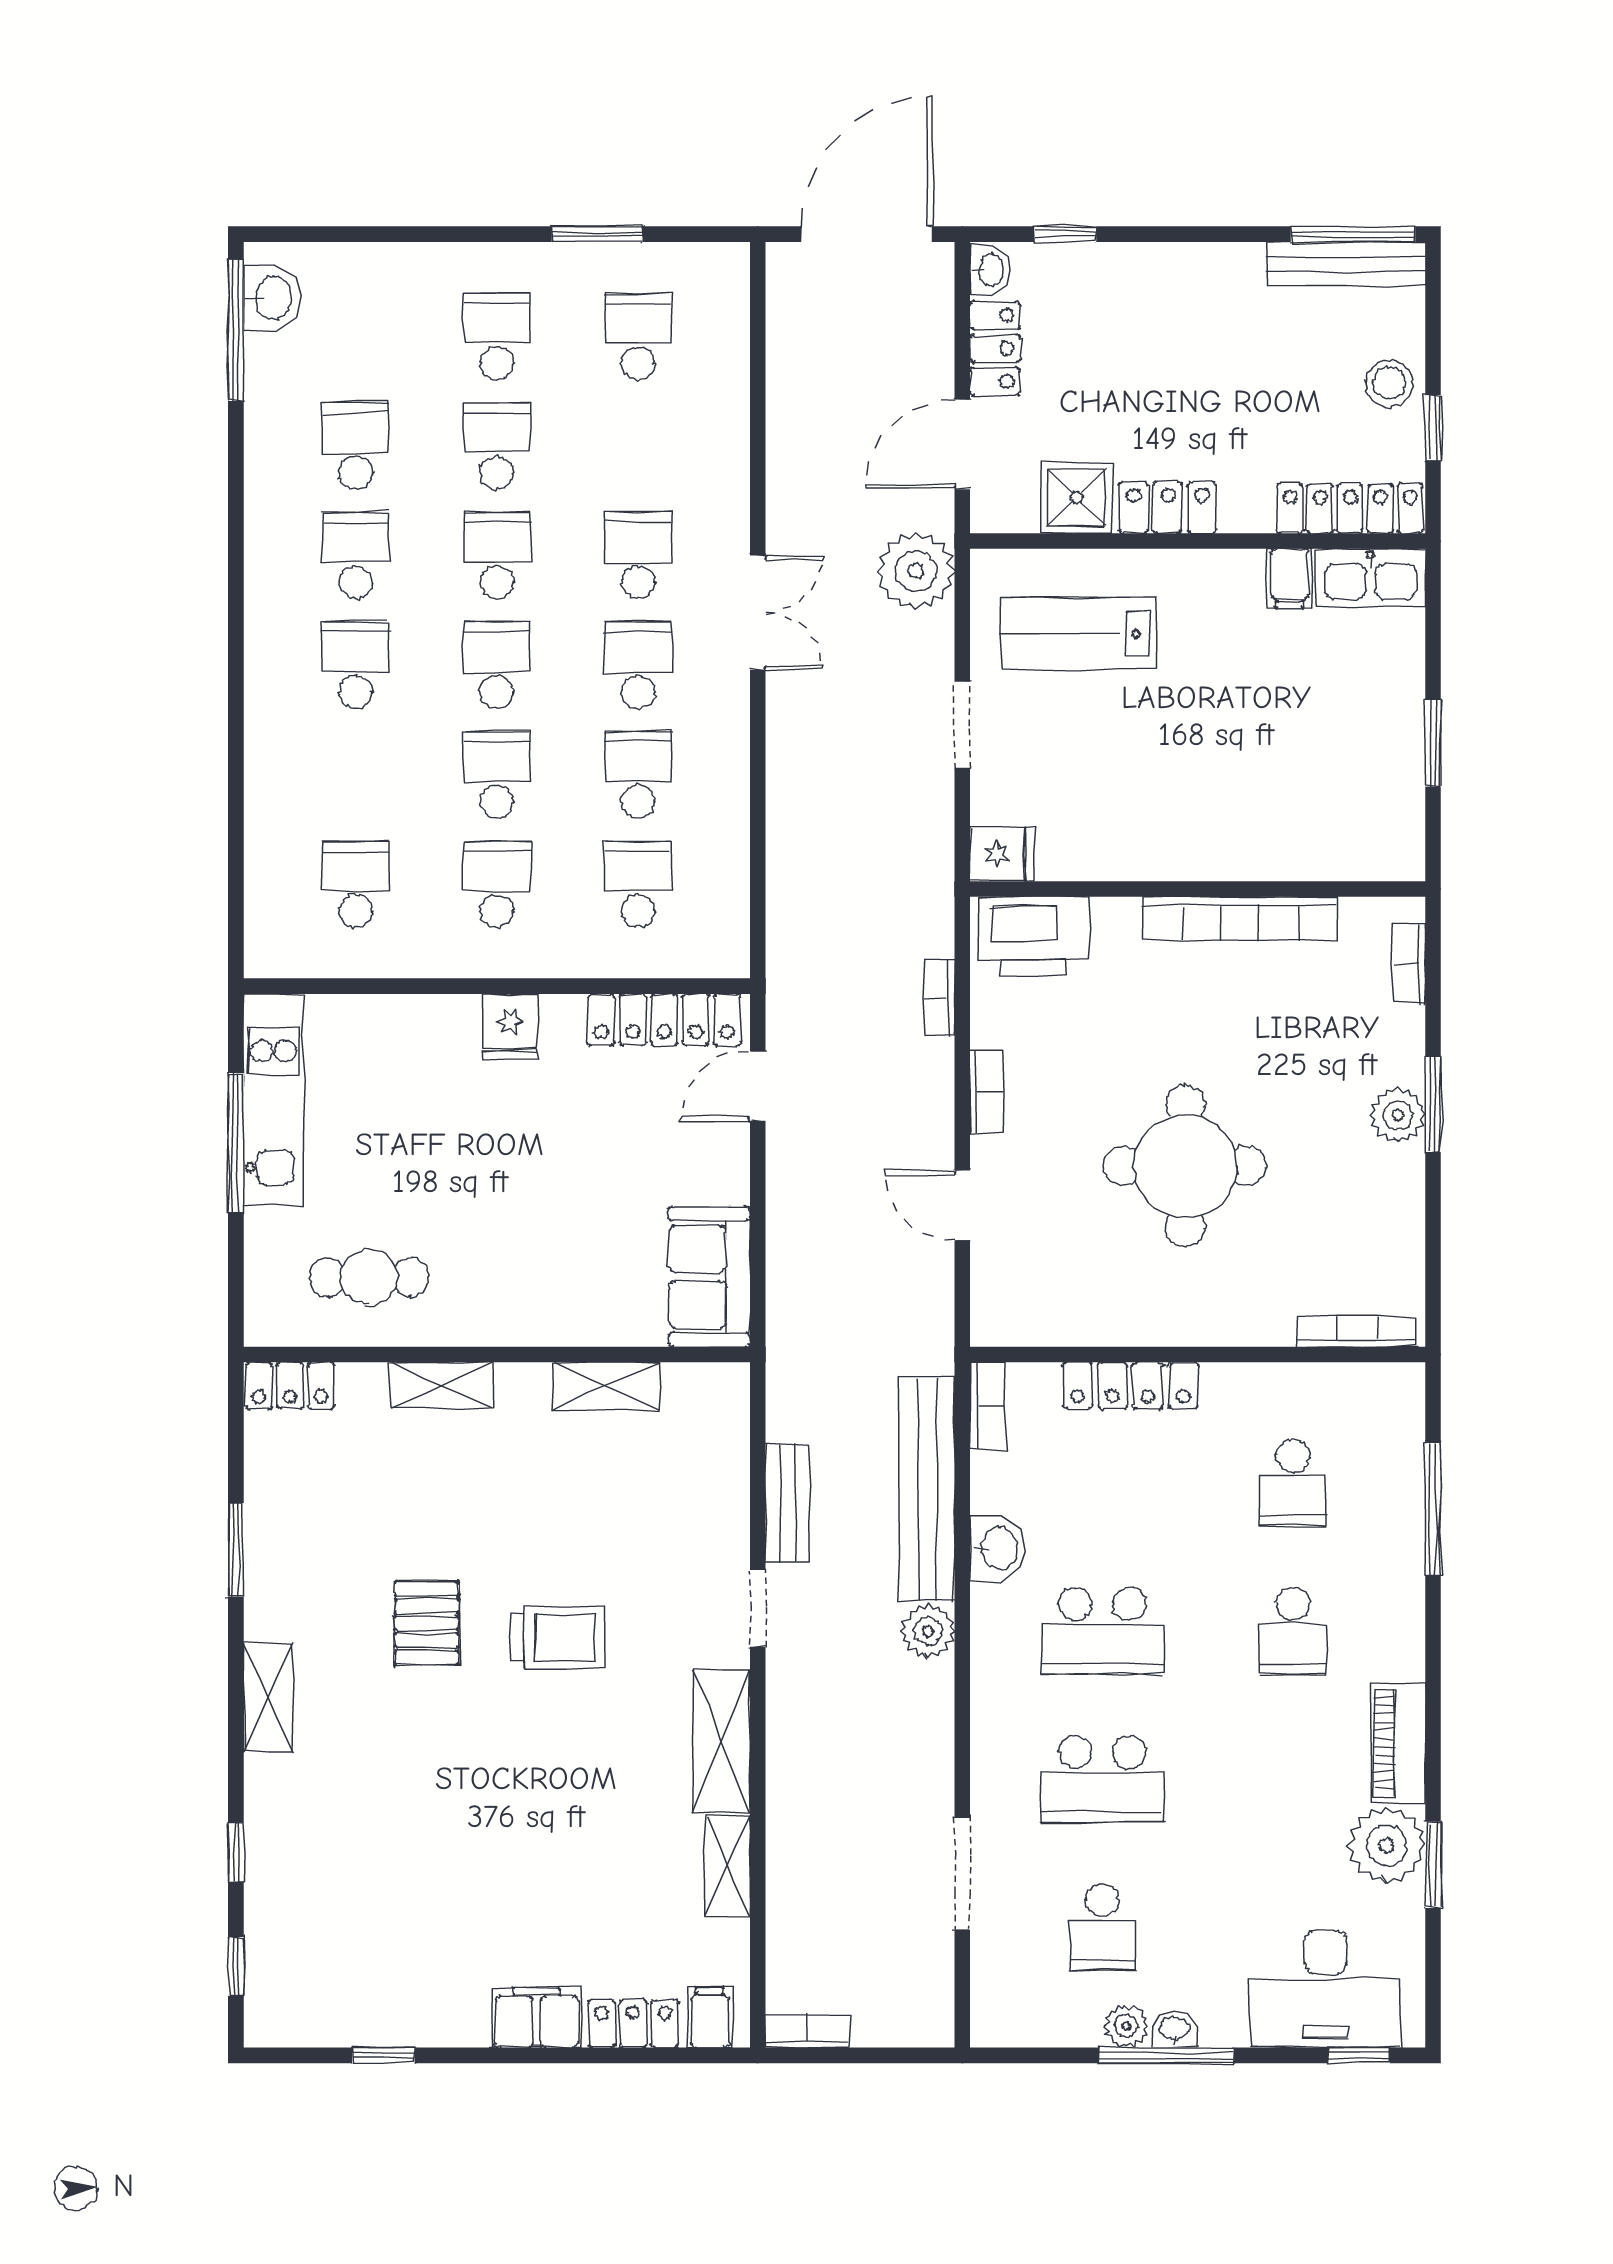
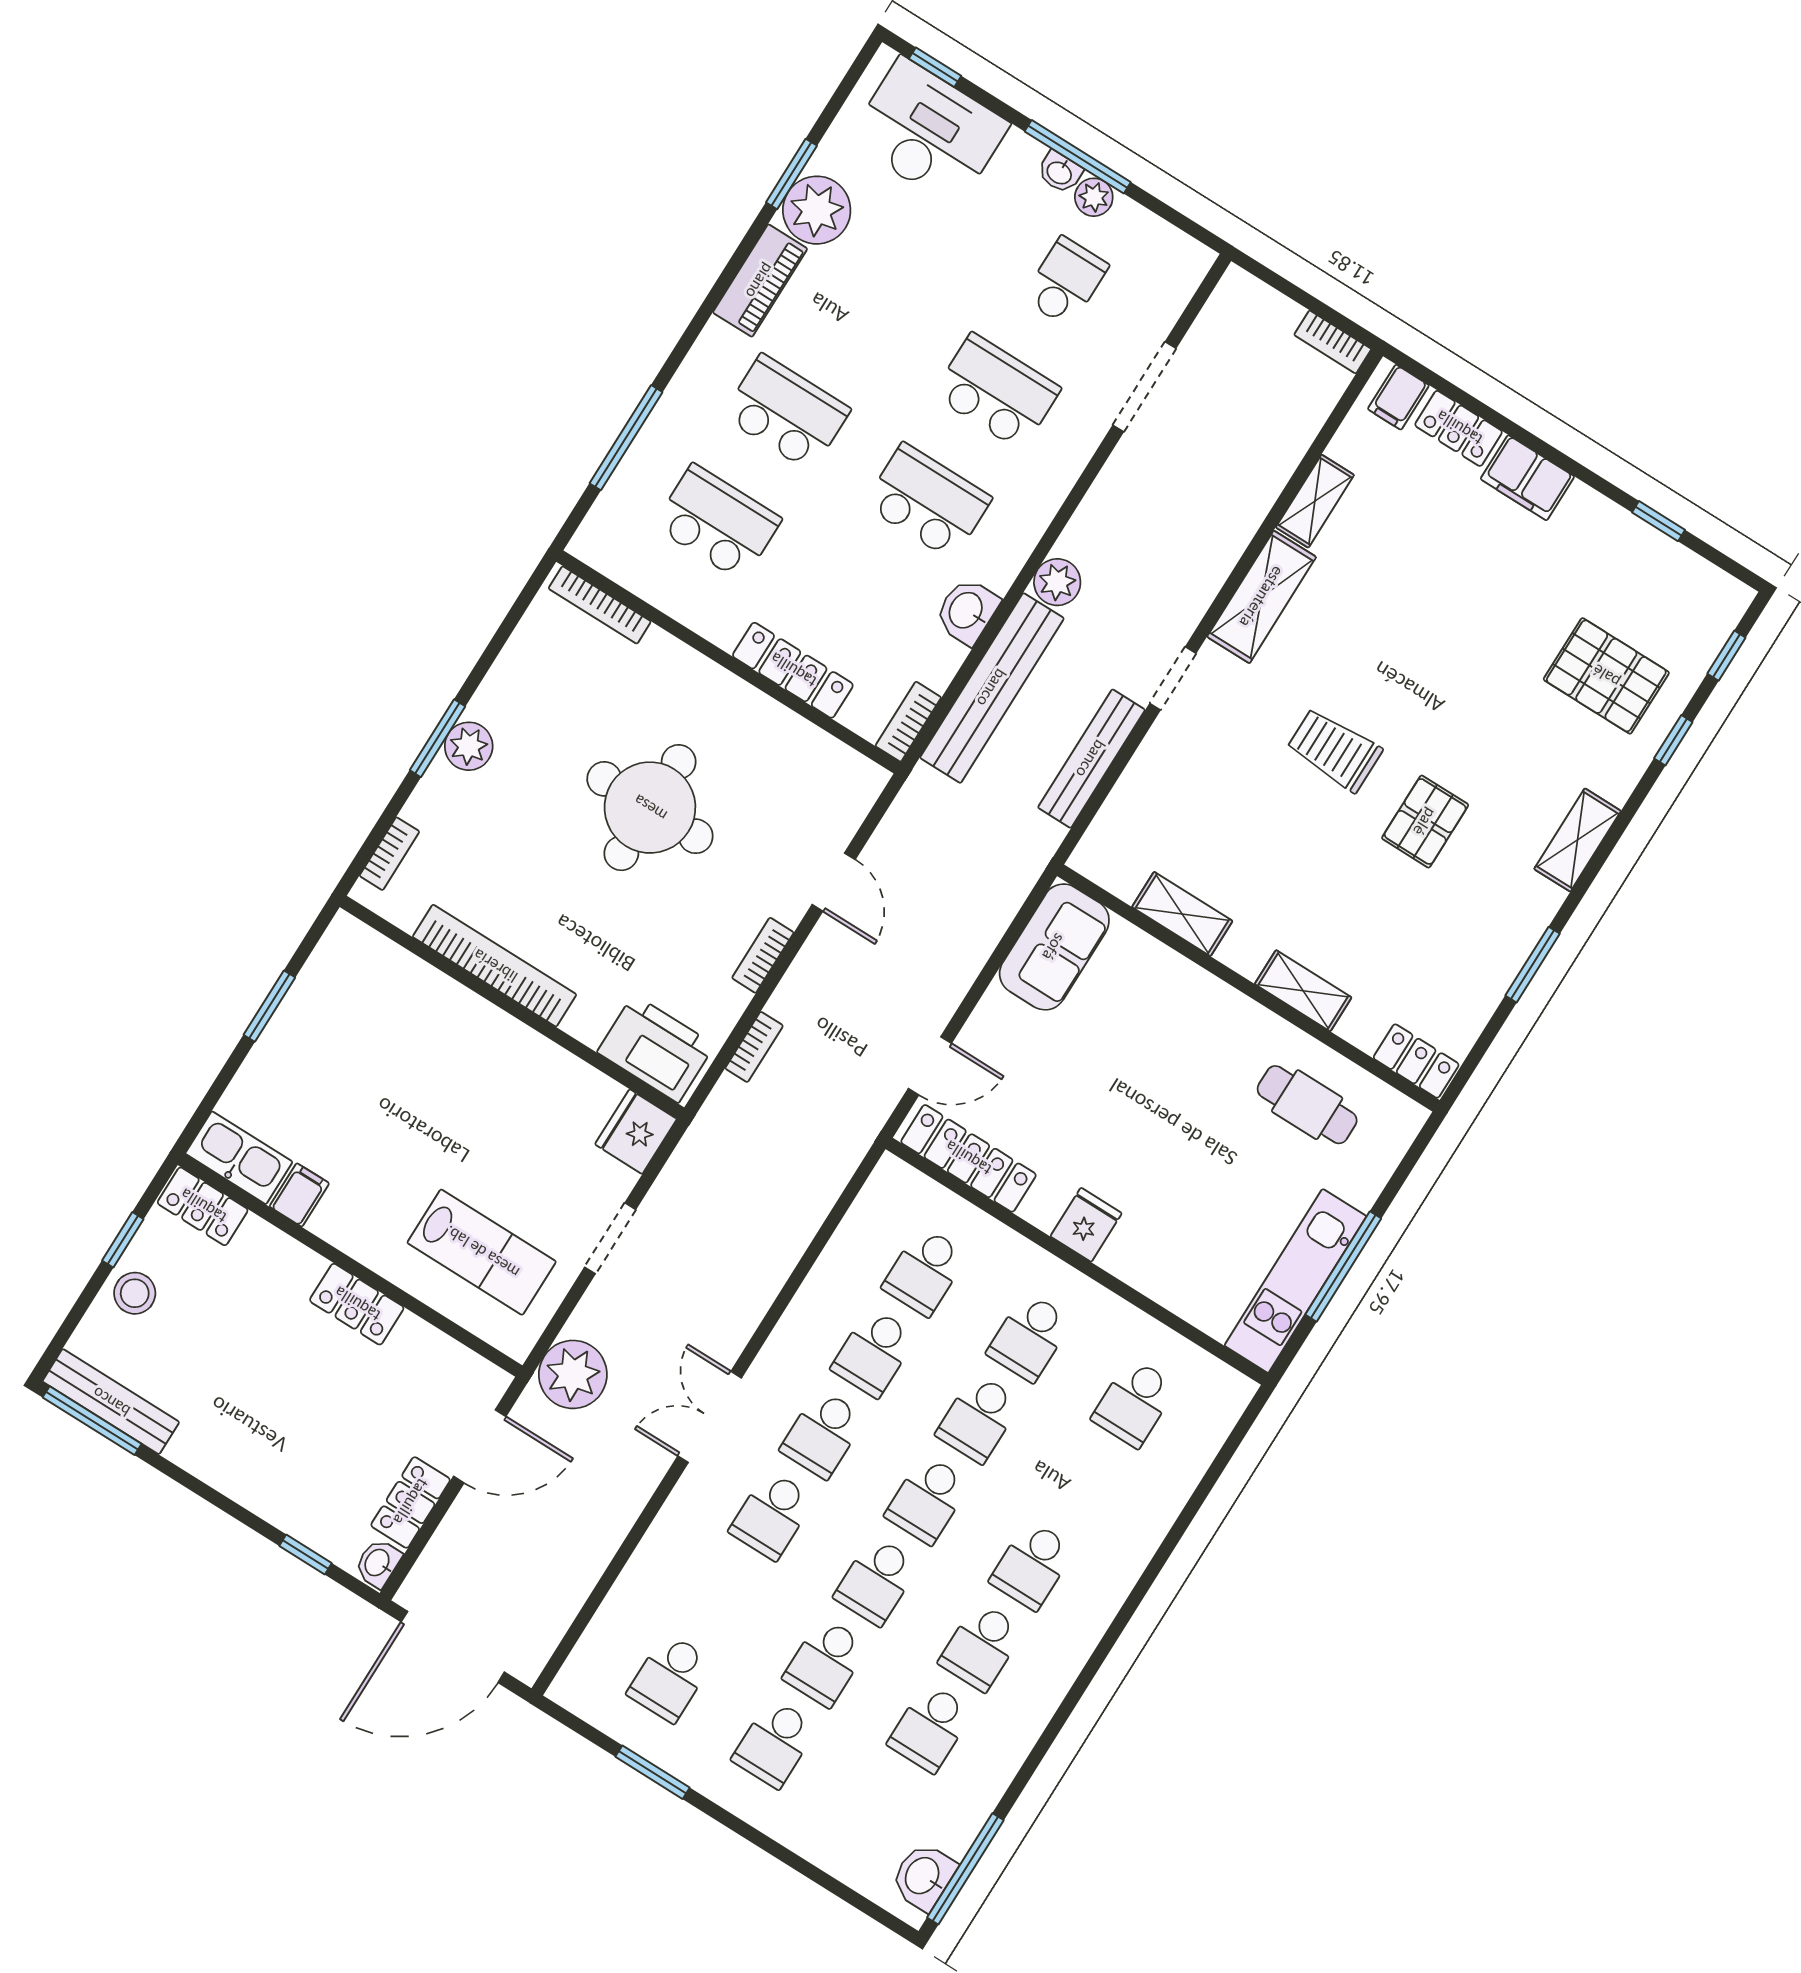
shower: (1077, 498) -> (420, 1354), removed
locker: (1350, 509) -> (203, 1206), width x0.66
fridge: (1002, 854) -> (636, 1132), width x1.38
school desk: (1293, 1483) -> (717, 522), width x1.85
bench: (788, 1503) -> (1091, 759), width x1.36
school desk: (1293, 1631) -> (786, 413), width x1.85
pallet: (340, 1874) -> (1606, 676), added

